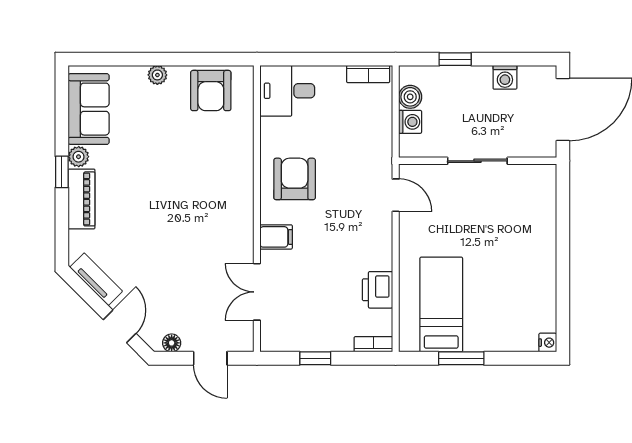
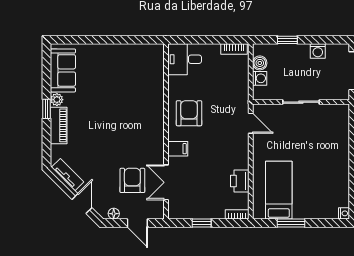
plant: (157, 75) -> (105, 50), removed
armchair: (211, 91) -> (132, 180), moved, turned 180

